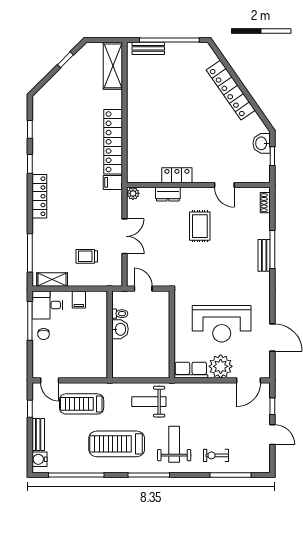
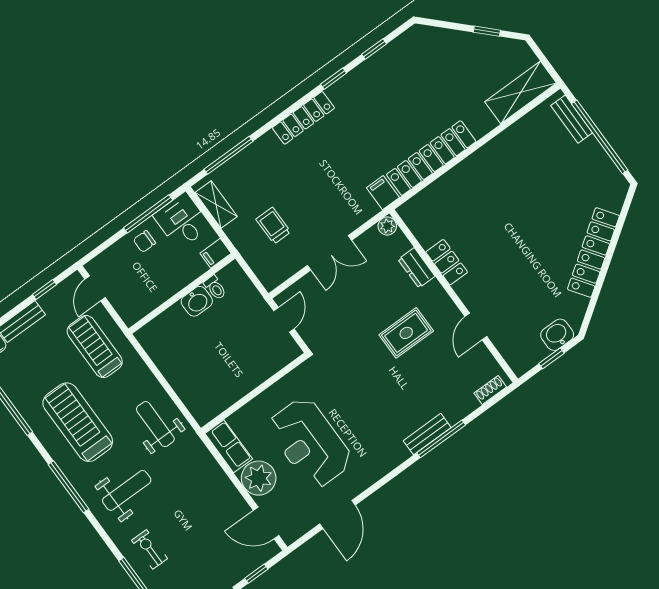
toilet: (120, 314) -> (215, 288), moved
washbasin: (120, 329) -> (197, 301), moved
wall: (110, 334) -> (182, 294), moved

